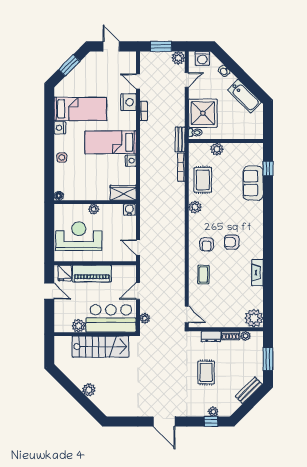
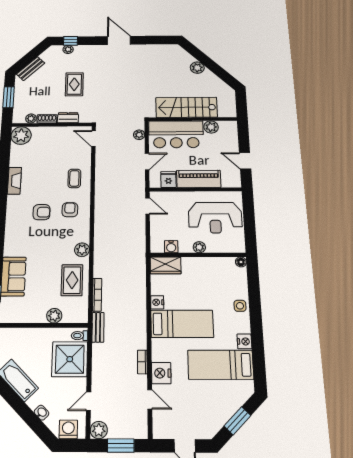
water cooler: (129, 210) -> (171, 247), moved
fridge: (65, 273) -> (168, 180), moved

